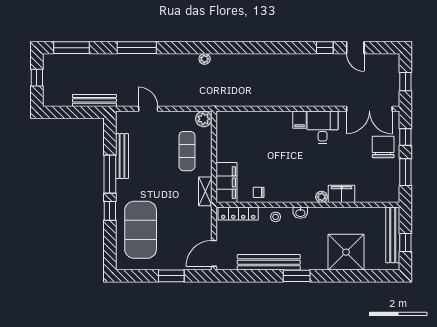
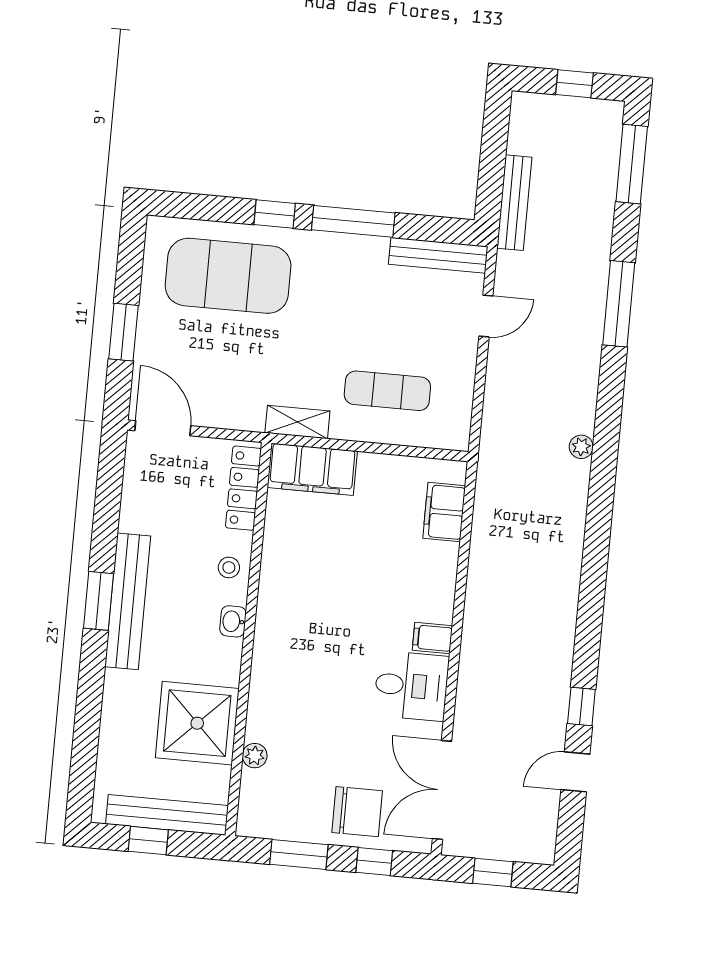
plant: (204, 119) -> (453, 433), removed
bench: (122, 156) -> (438, 255), moved
chair: (259, 192) -> (285, 536), removed
filing cabinet: (342, 194) -> (444, 512), moved, turned 180
plant: (321, 197) -> (255, 756), moved
shower: (346, 252) -> (197, 723), moved
bench: (269, 262) -> (128, 601), moved

